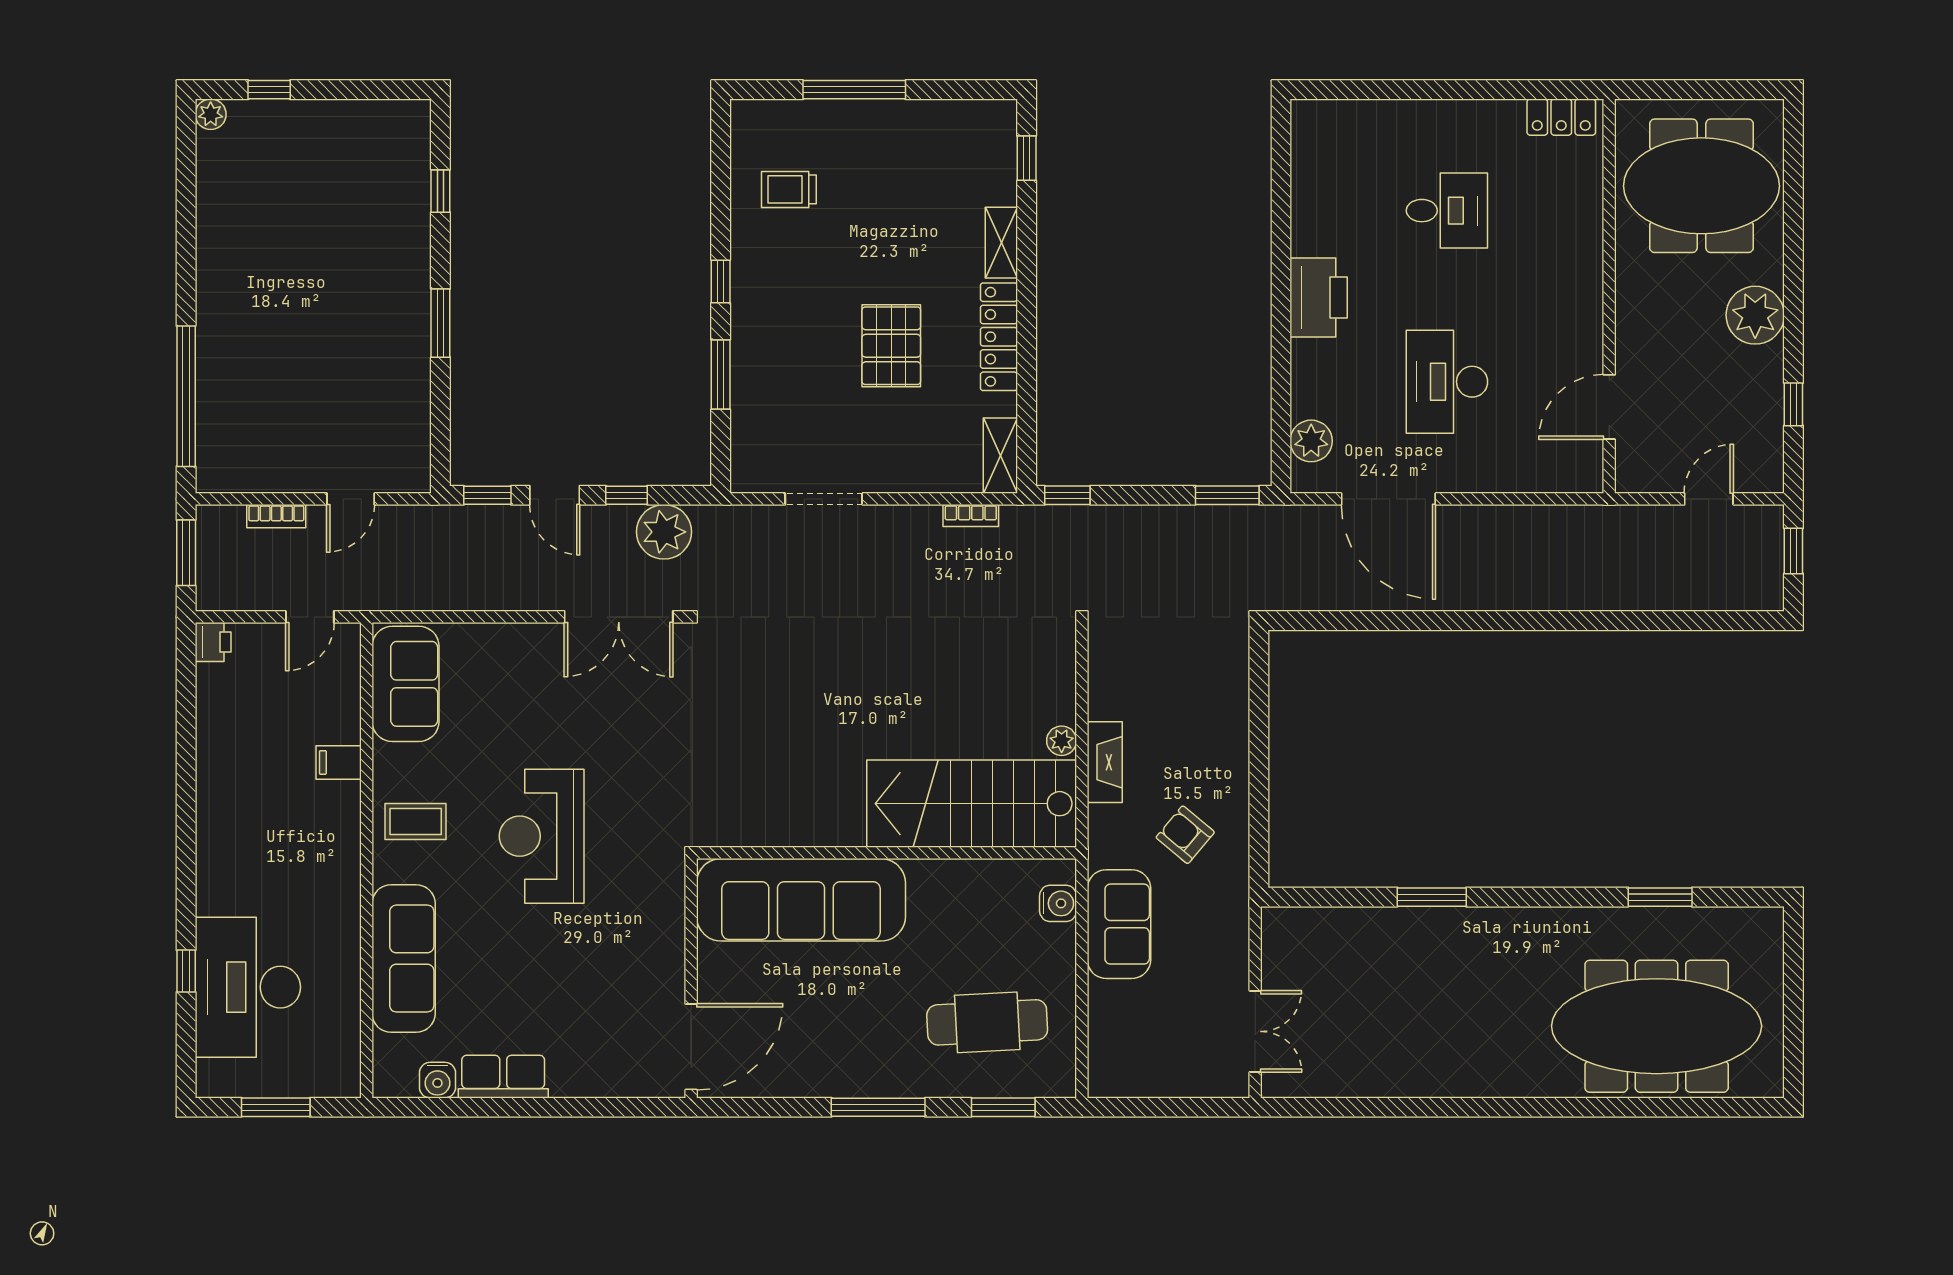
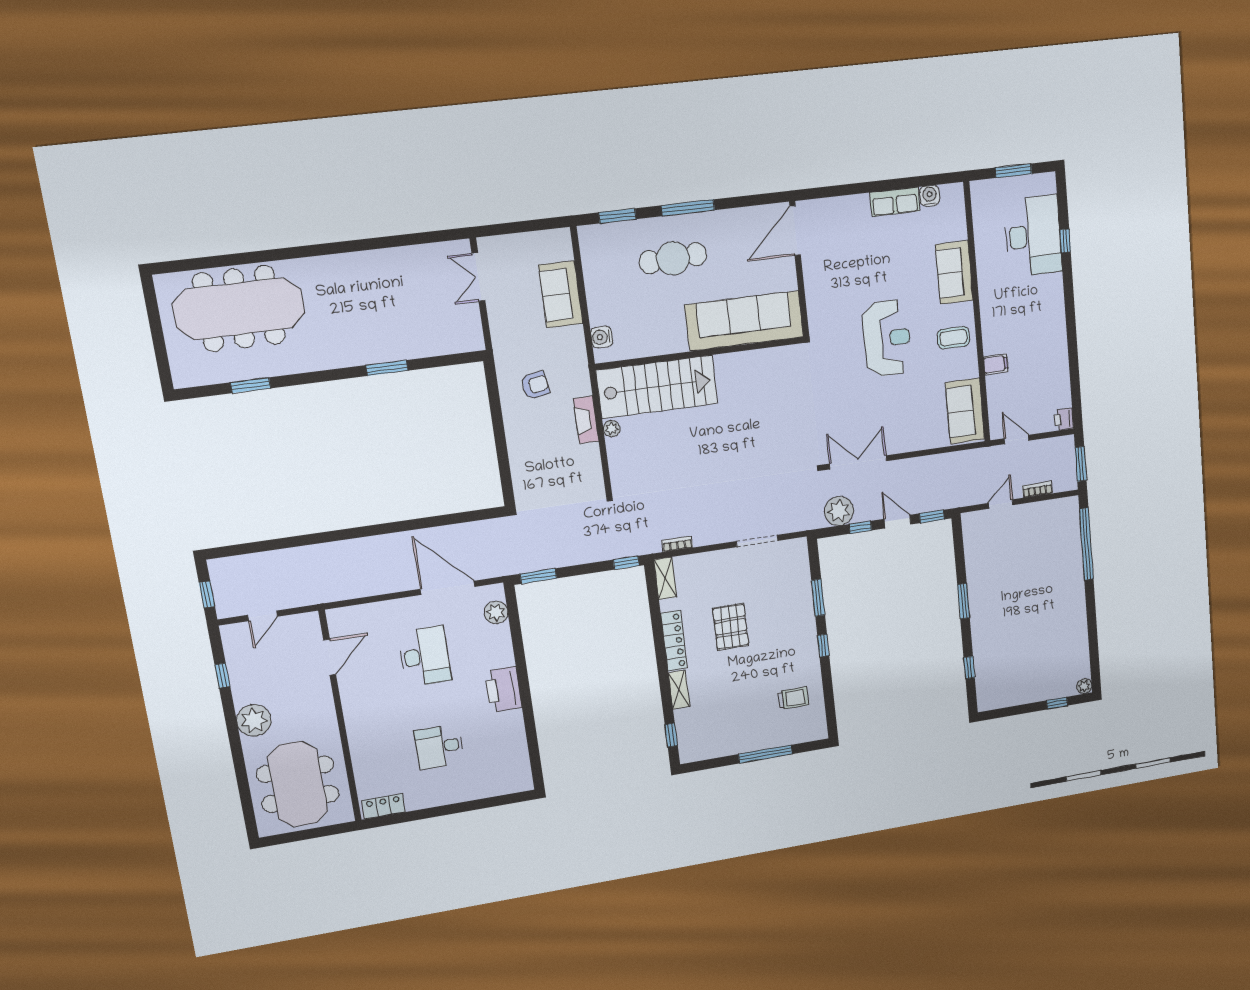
meeting table: (1701, 186) -> (298, 784), turned 90
door: (310, 617) -> (1016, 439), hinge flipped
armchair: (1185, 835) -> (535, 385), turned -50
sofa: (1119, 924) -> (561, 294), moved
sofa: (404, 959) -> (954, 272), width x0.73
cafe table: (987, 1022) -> (673, 258), moved

